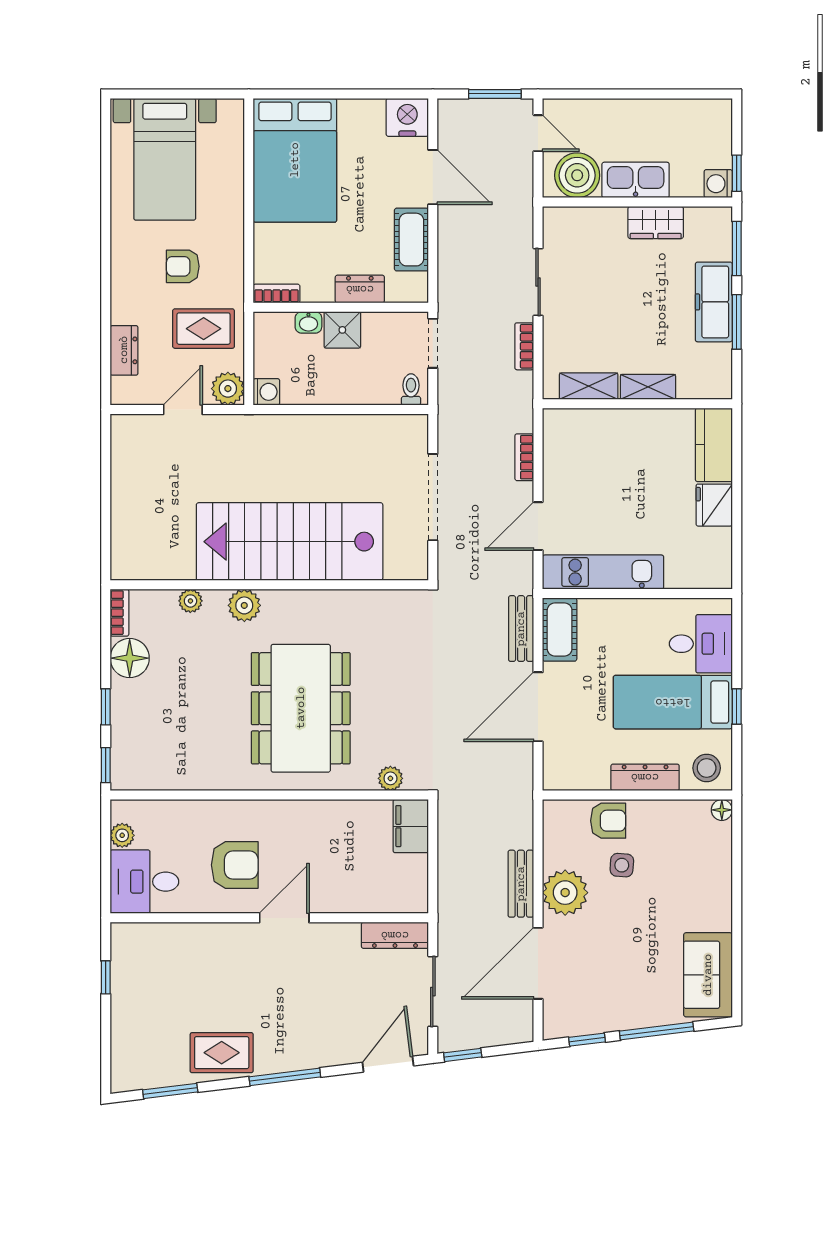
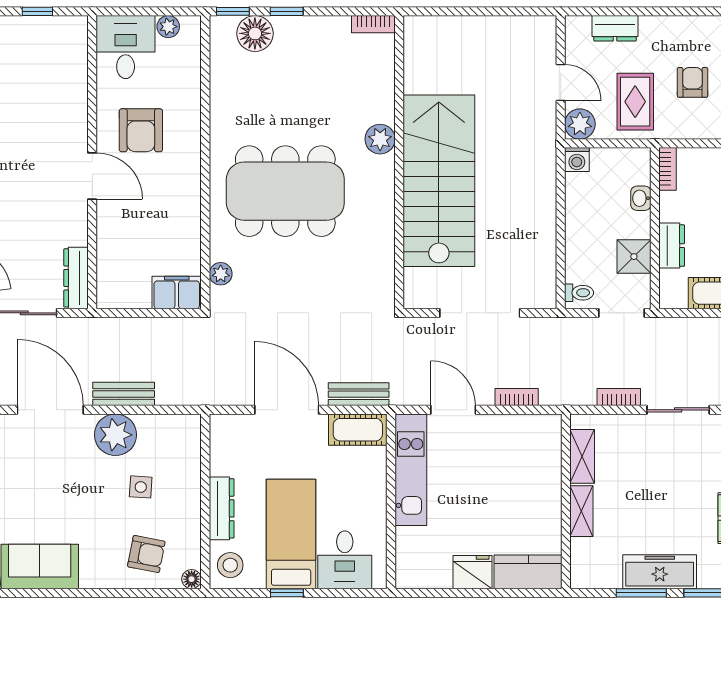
shower: (342, 330) -> (634, 257), moved
plant: (190, 601) -> (384, 90), removed
floor lamp: (130, 658) -> (255, 33), moved
armchair: (608, 821) -> (146, 554), moved, turned -79

